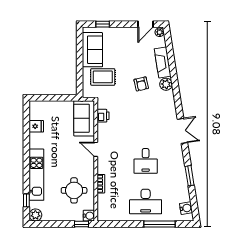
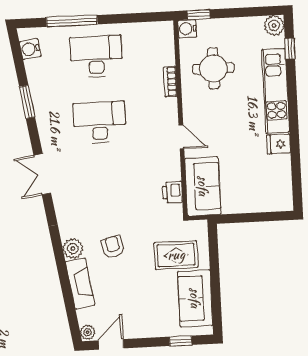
fridge: (36, 126) -> (279, 144), moved
desk: (146, 161) -> (100, 122), width x1.37

